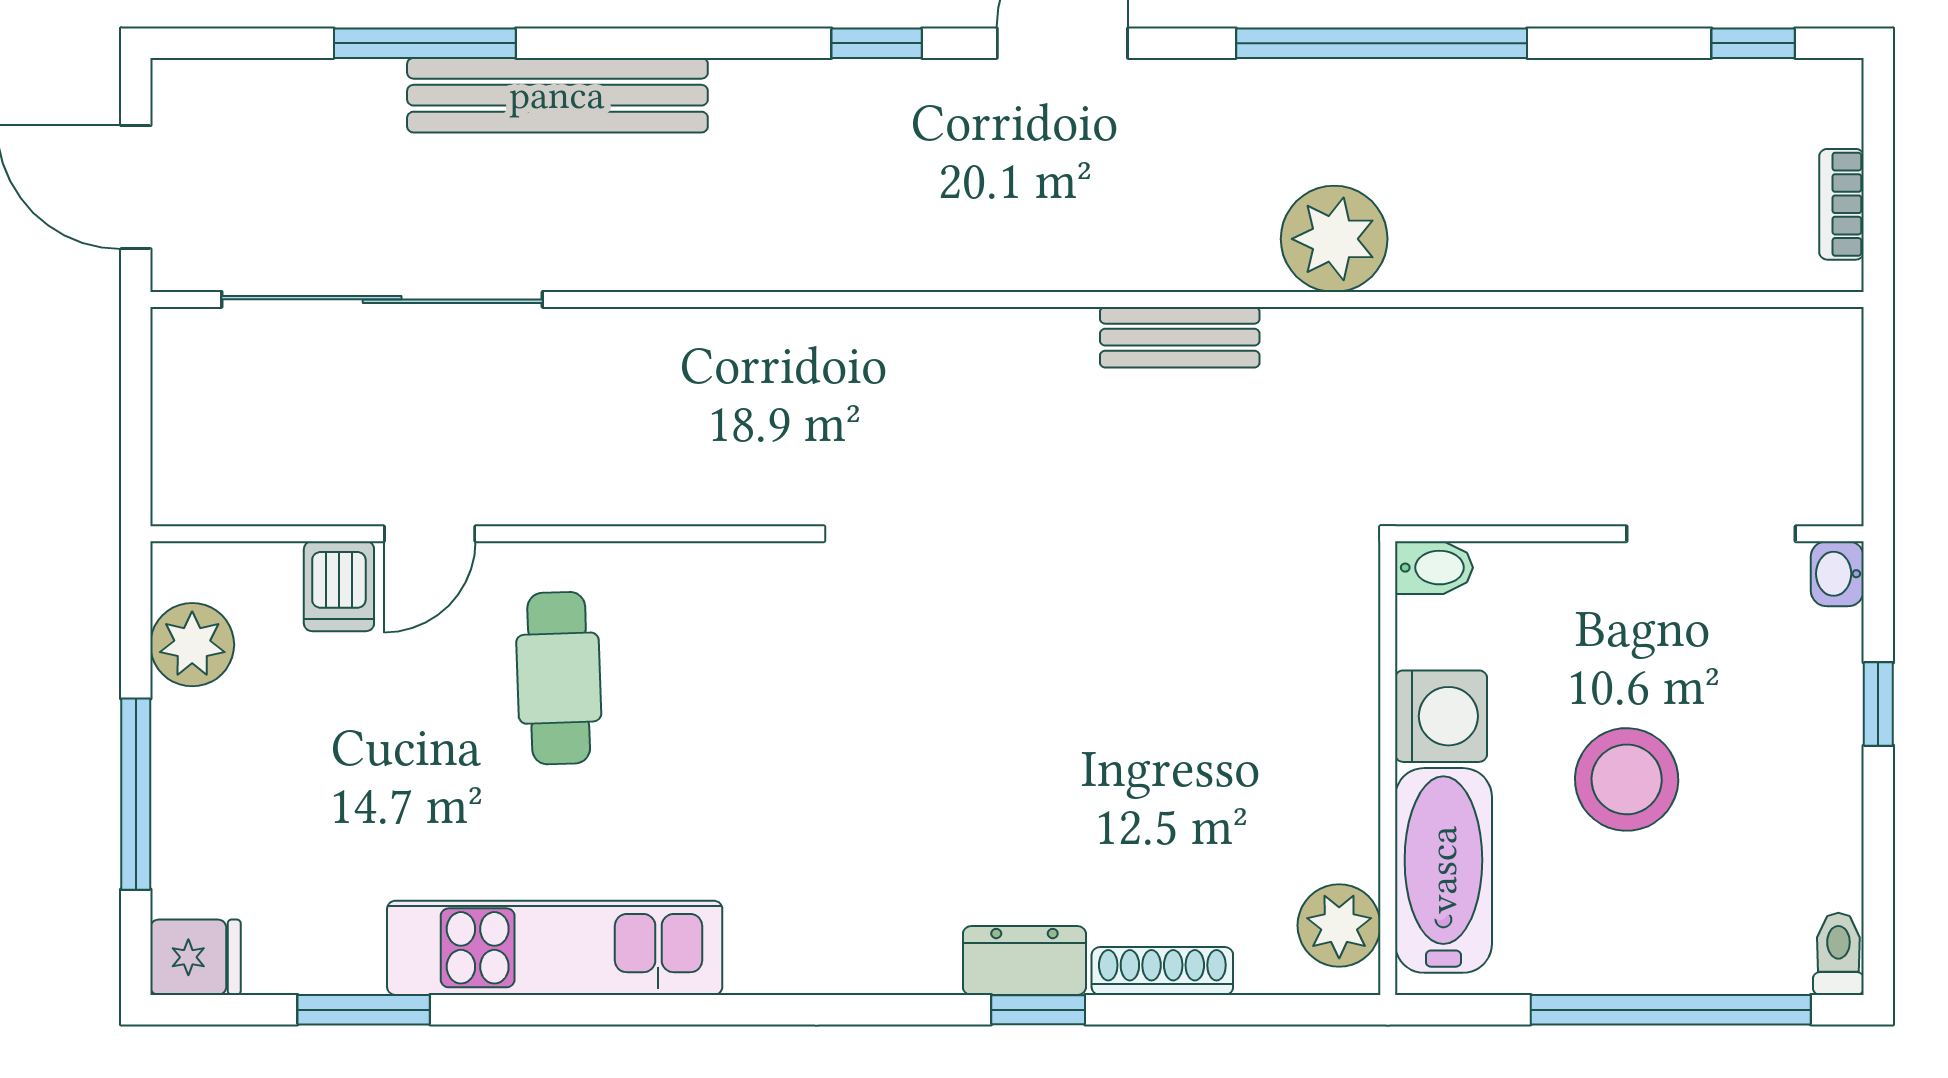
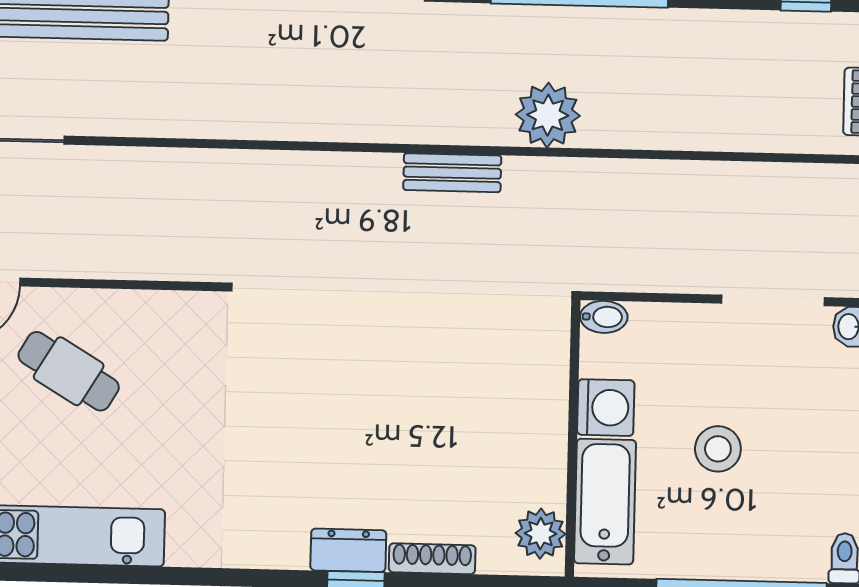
cafe table: (559, 678) -> (69, 371), turned -57
stool: (1627, 779) -> (718, 449), width x0.73, depth x0.73

